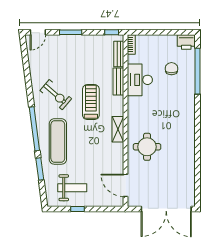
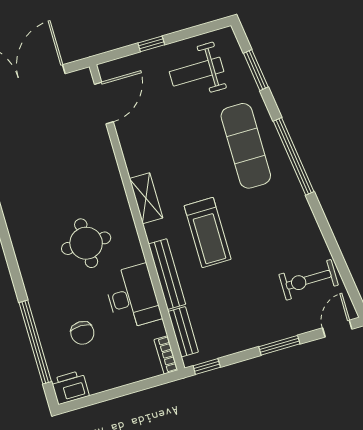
bench: (118, 82) -> (167, 274), width x1.36
exercise bike: (56, 95) -> (309, 280), moved, turned -41
round table: (147, 147) -> (86, 243), moved
window: (40, 169) -> (256, 70), moved
door: (125, 185) -> (104, 103), hinge flipped
window: (78, 209) -> (151, 44), moved

